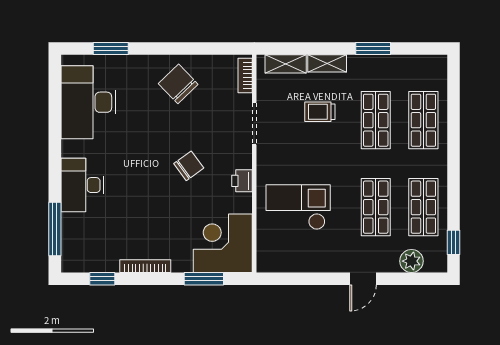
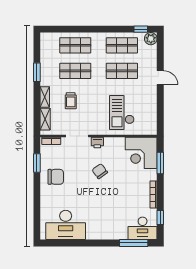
window: (111, 49) -> (37, 163), moved
chair: (178, 84) -> (56, 177), turned -136
printer: (242, 181) -> (97, 143), moved
desk: (82, 185) -> (143, 228), moved
plant: (411, 261) -> (151, 39), moved

